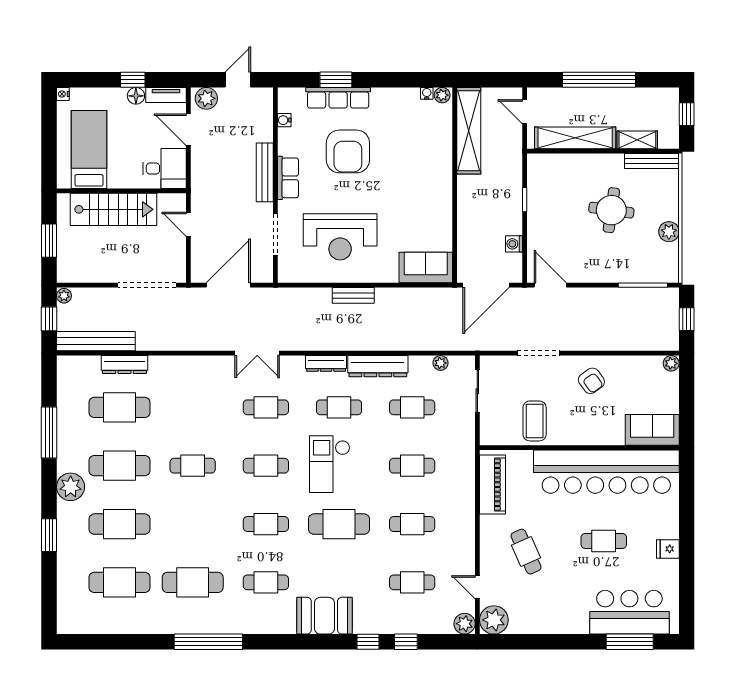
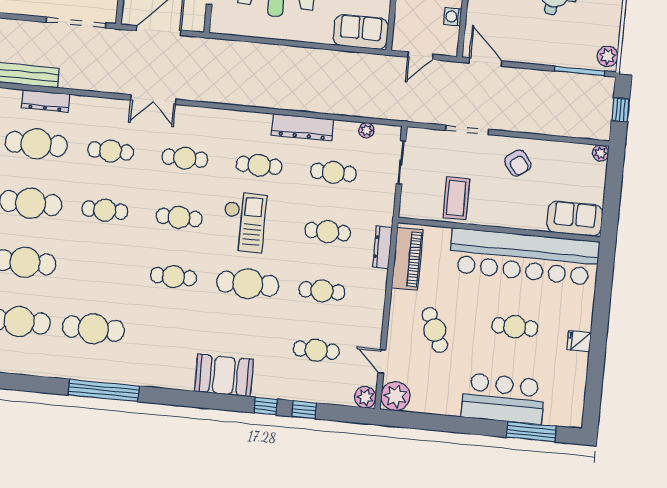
plant: (669, 232) -> (608, 56), moved
door: (486, 285) -> (420, 56), width x0.53
bench: (353, 295) -> (284, 53), removed
double door: (257, 353) -> (153, 100), moved
dresser: (326, 363) -> (382, 247), moved, turned 90
checkout: (330, 464) -> (244, 222), turned 180
cafe table: (266, 582) -> (111, 151), moved
bar counter: (629, 612) -> (503, 399), moved

